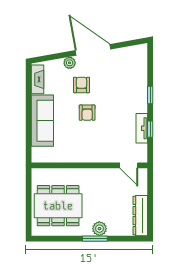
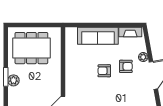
dining table: (58, 206) -> (31, 48), turned 90

